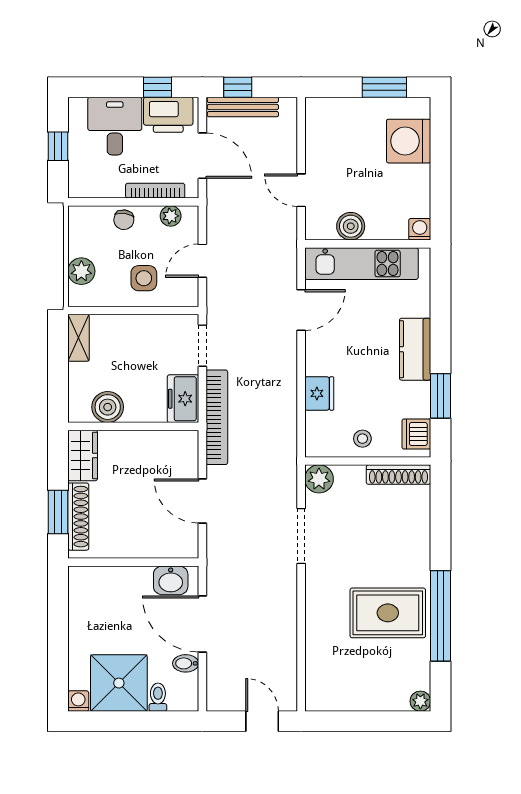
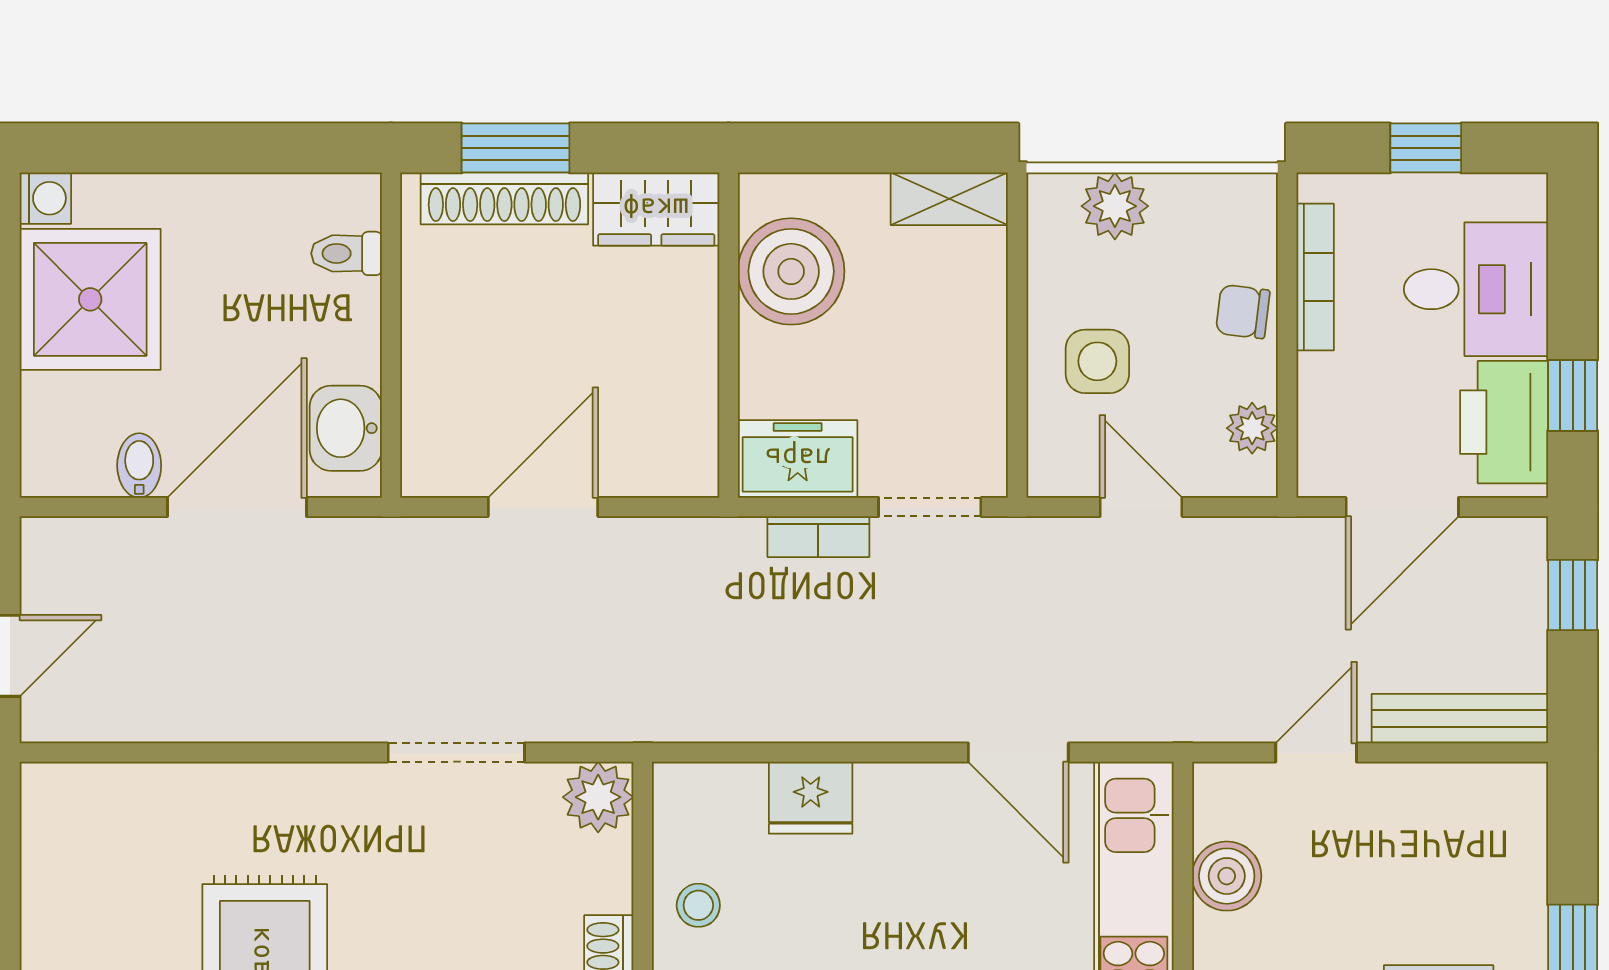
bench: (243, 107) -> (1460, 719), moved, turned 90
bookcase: (155, 191) -> (1315, 277), moved
boiler: (108, 407) -> (791, 271), width x1.37, depth x1.37
bookcase: (217, 417) -> (818, 537), width x0.43, depth x0.76
toilet: (158, 697) -> (346, 253), moved, turned 180

